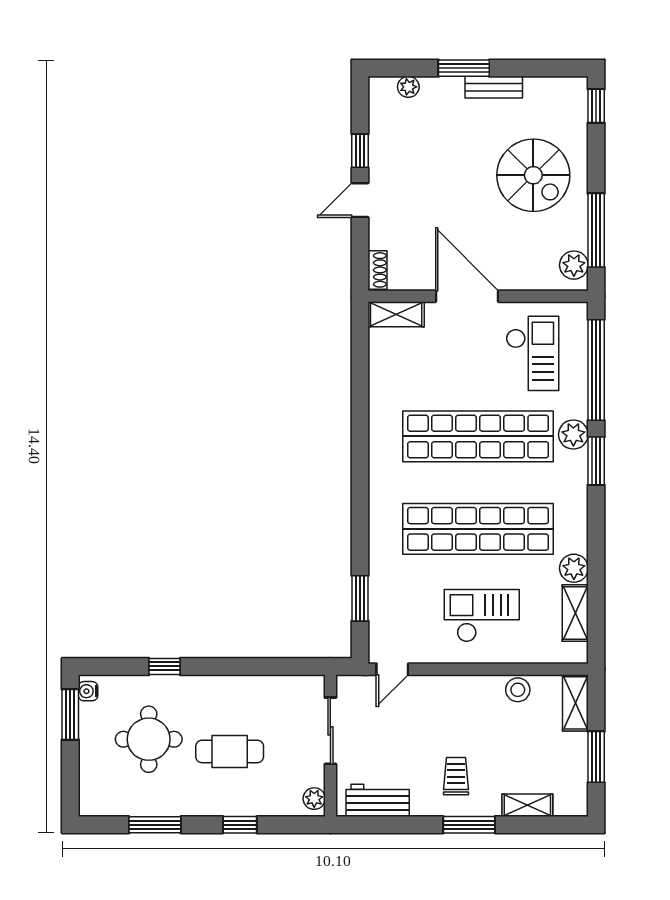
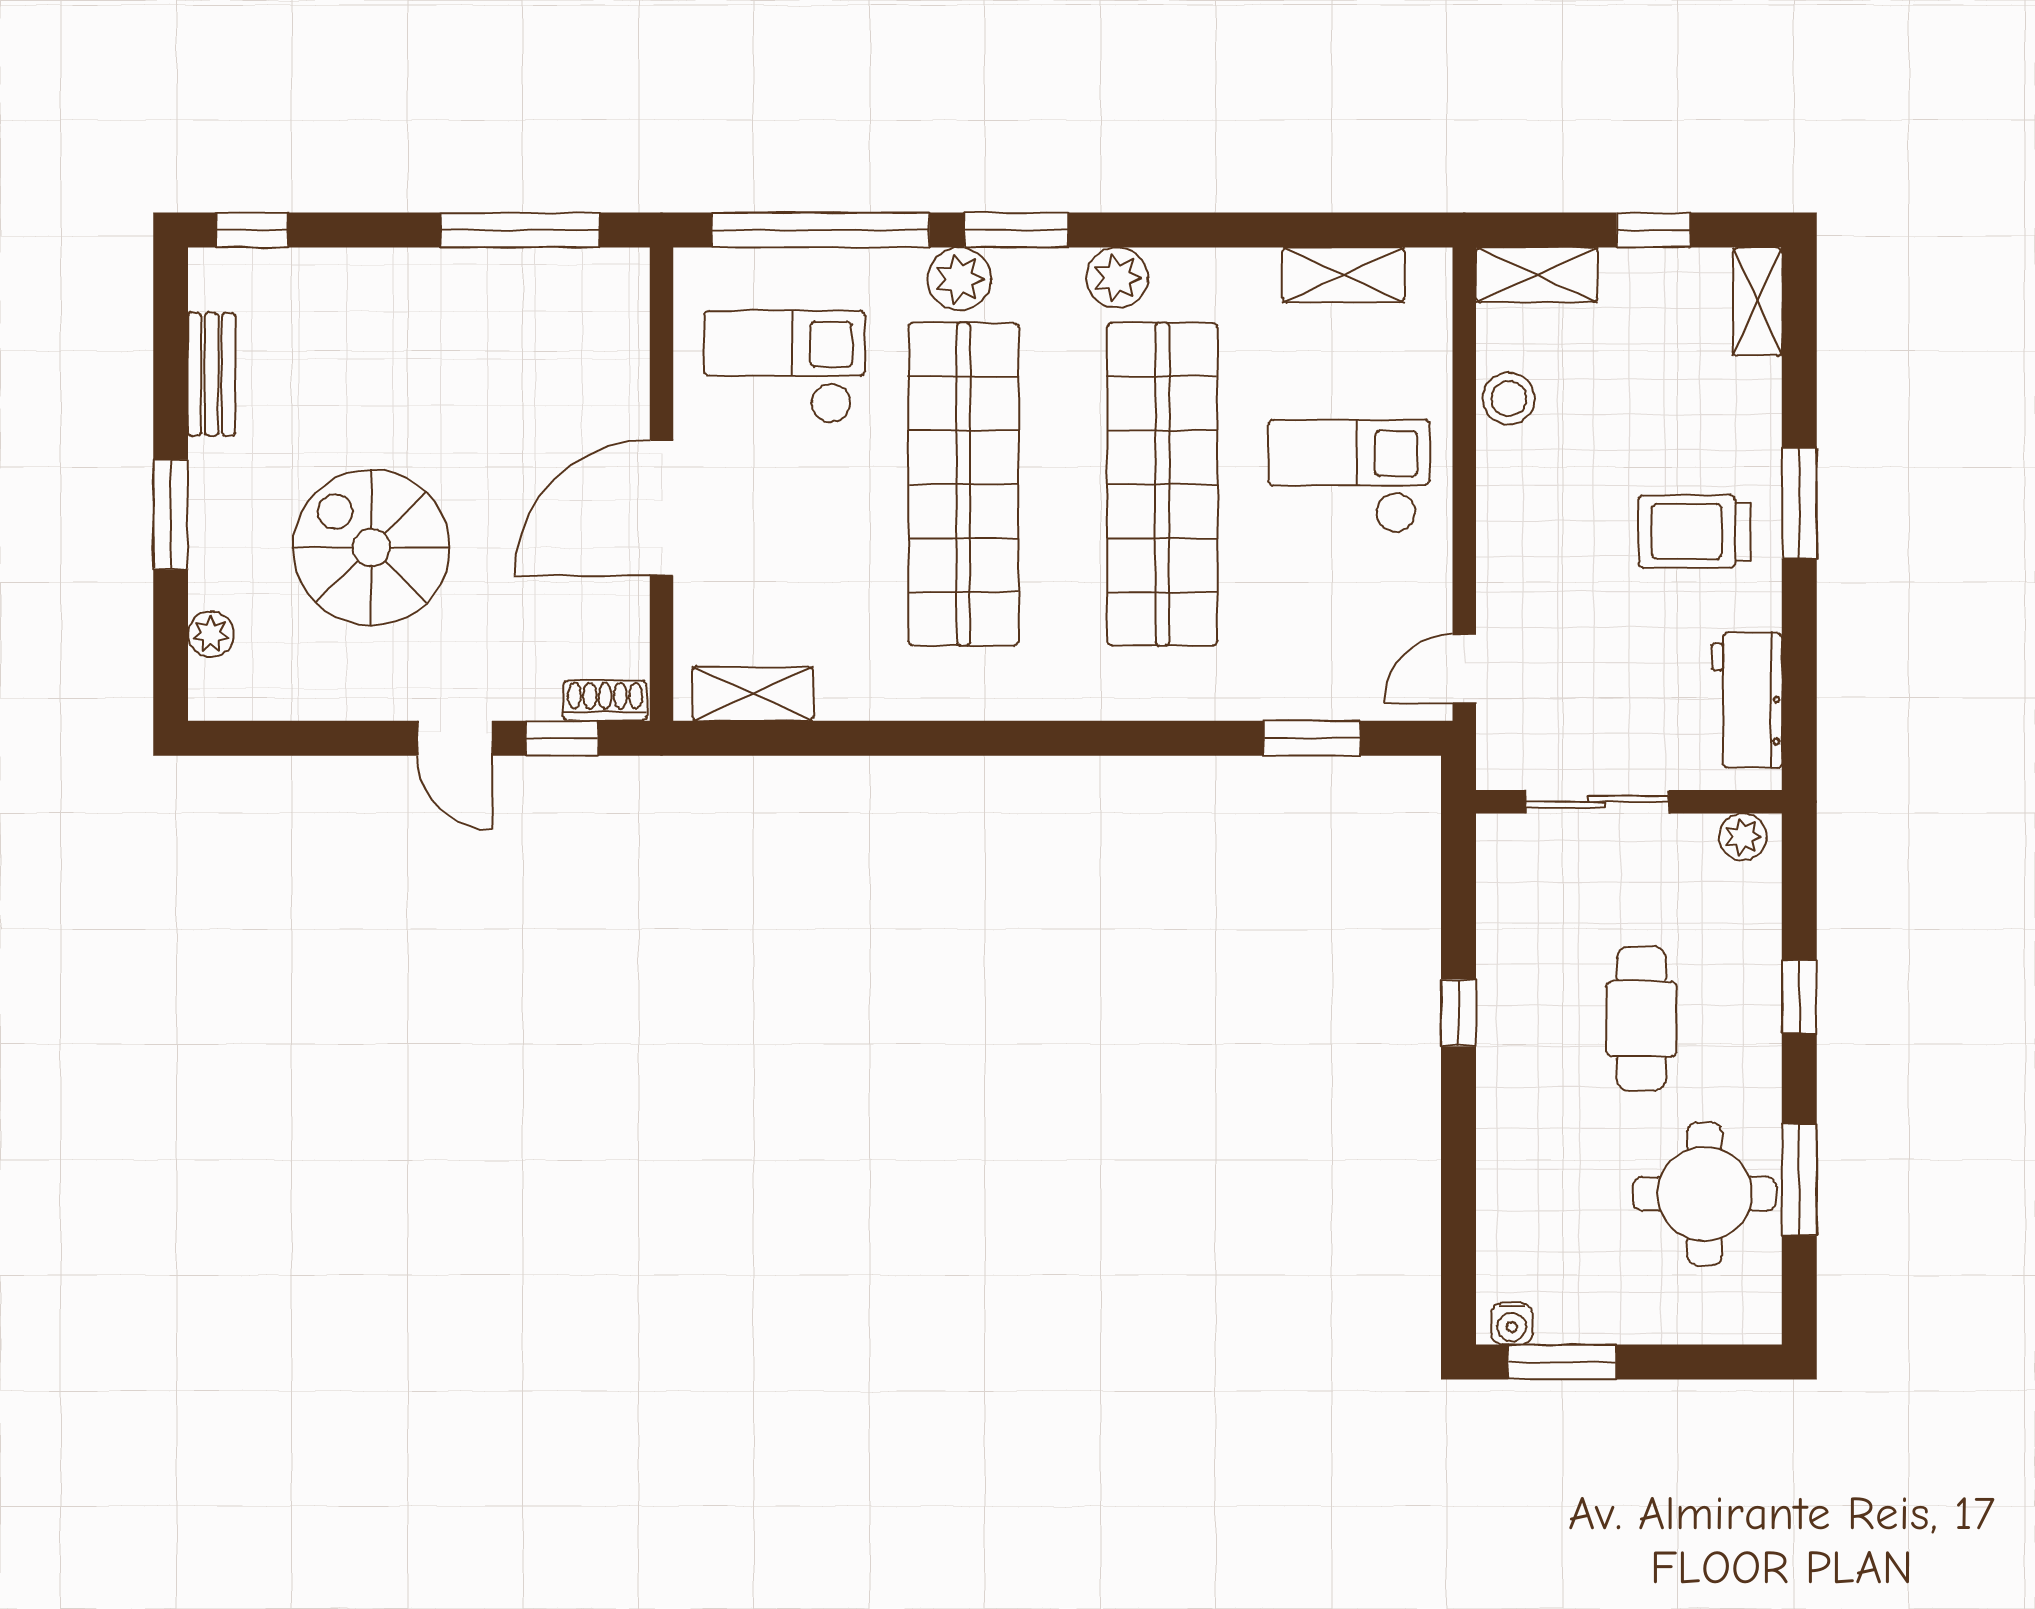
bench: (494, 87) -> (212, 374), moved
window: (360, 151) -> (562, 738), moved
spiral stairs: (533, 175) -> (371, 548), moved, turned -90
plant: (574, 265) -> (595, 278), removed
shelving: (396, 314) -> (753, 694), moved, turned 90
plant: (574, 568) -> (1117, 278), moved
checkout: (482, 616) -> (1349, 476), turned 90
window: (164, 666) -> (1458, 1013), moved
door: (392, 669) -> (1464, 669), swing flipped
round table: (149, 739) -> (1705, 1194), moved
window: (596, 757) -> (1653, 230), width x0.67
trolley: (456, 776) -> (1694, 531), width x1.36, depth x1.39
shelving: (527, 805) -> (1757, 302), moved

